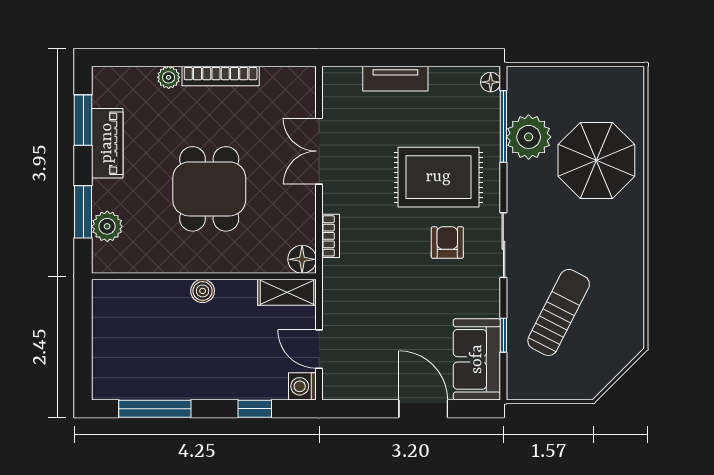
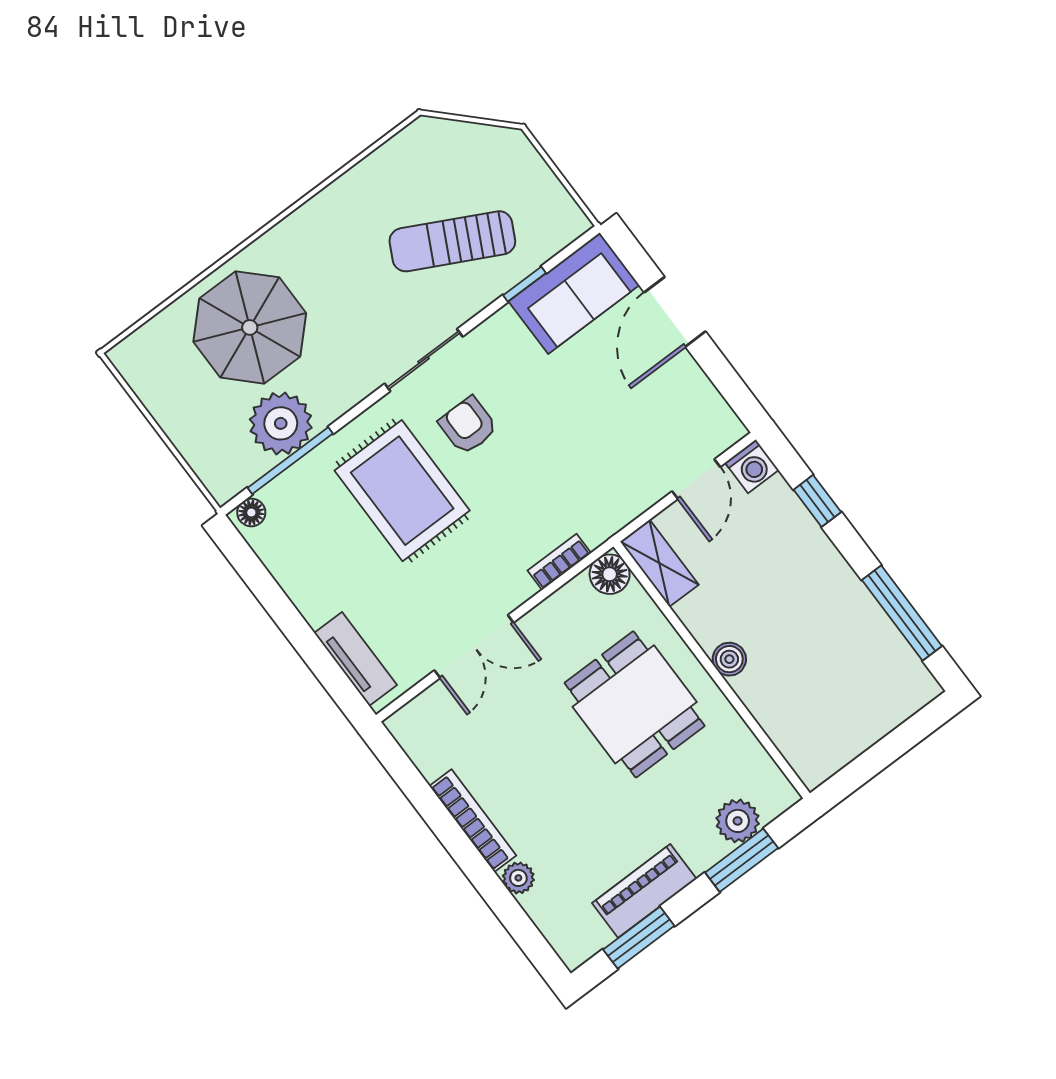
tv unit: (395, 79) -> (355, 659), moved
dining table: (209, 189) -> (635, 704), moved, turned 90
armchair: (447, 242) -> (468, 425), turned 90

